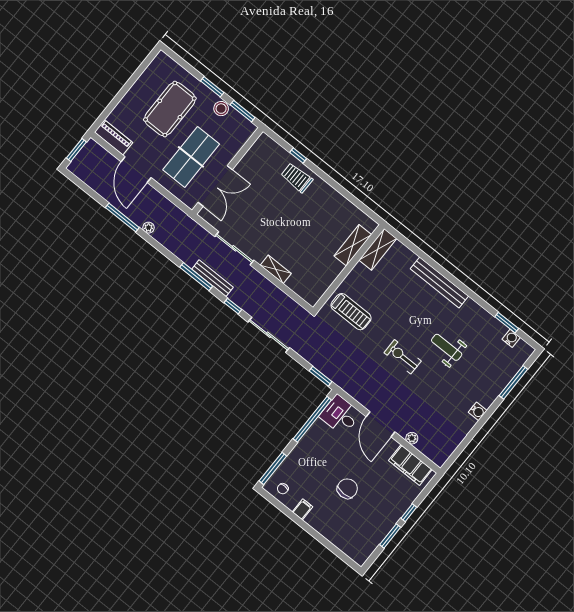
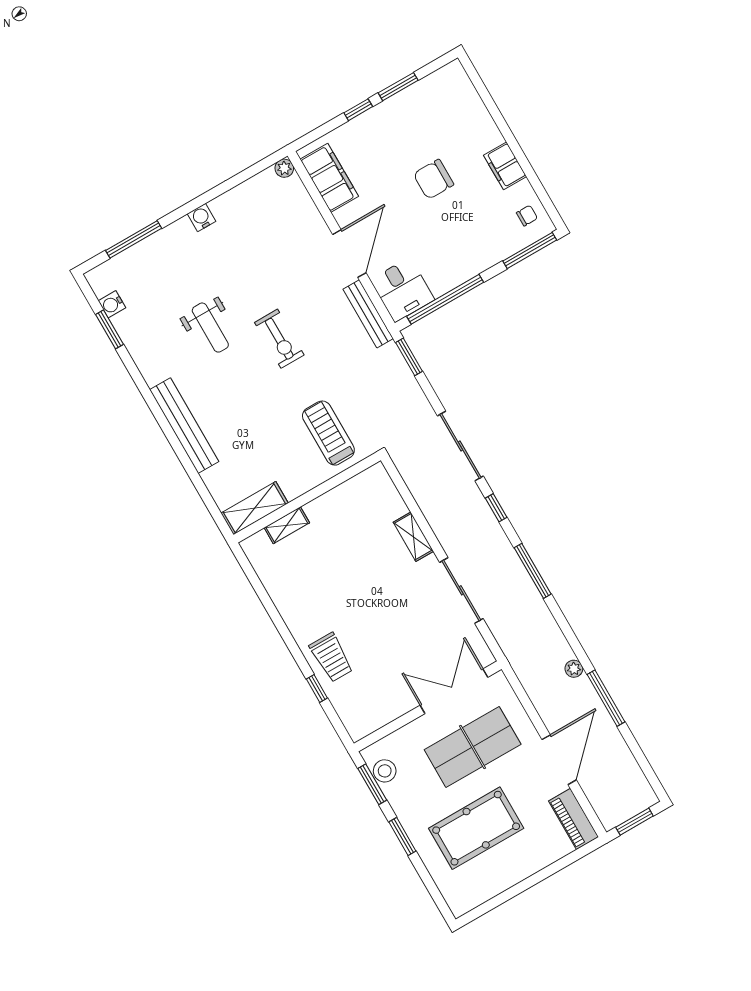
stool: (221, 109) -> (385, 771), moved
shelving: (353, 245) -> (287, 525), width x0.67, depth x0.75
bench: (212, 278) -> (368, 314), moved
plant: (412, 438) -> (284, 168), moved
filing cabinet: (302, 509) -> (505, 166), width x2.00

